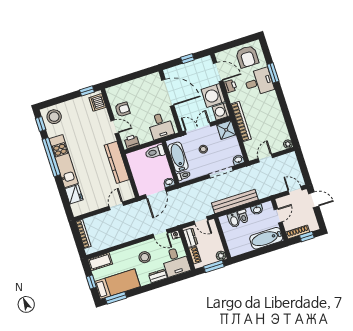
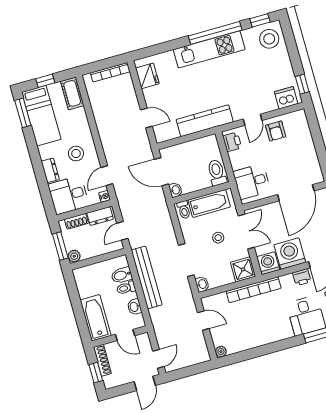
fridge: (74, 194) -> (147, 76), moved, turned -90

